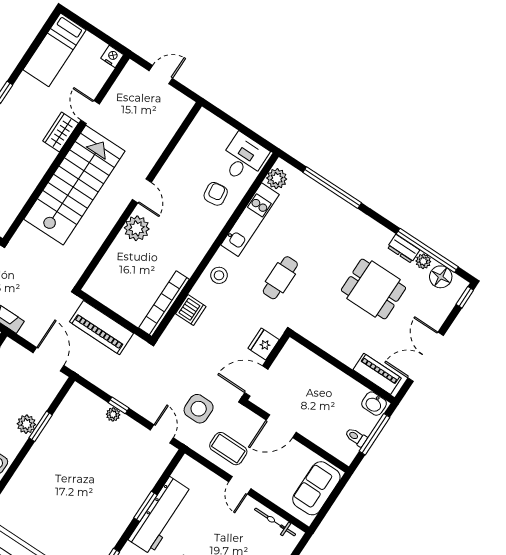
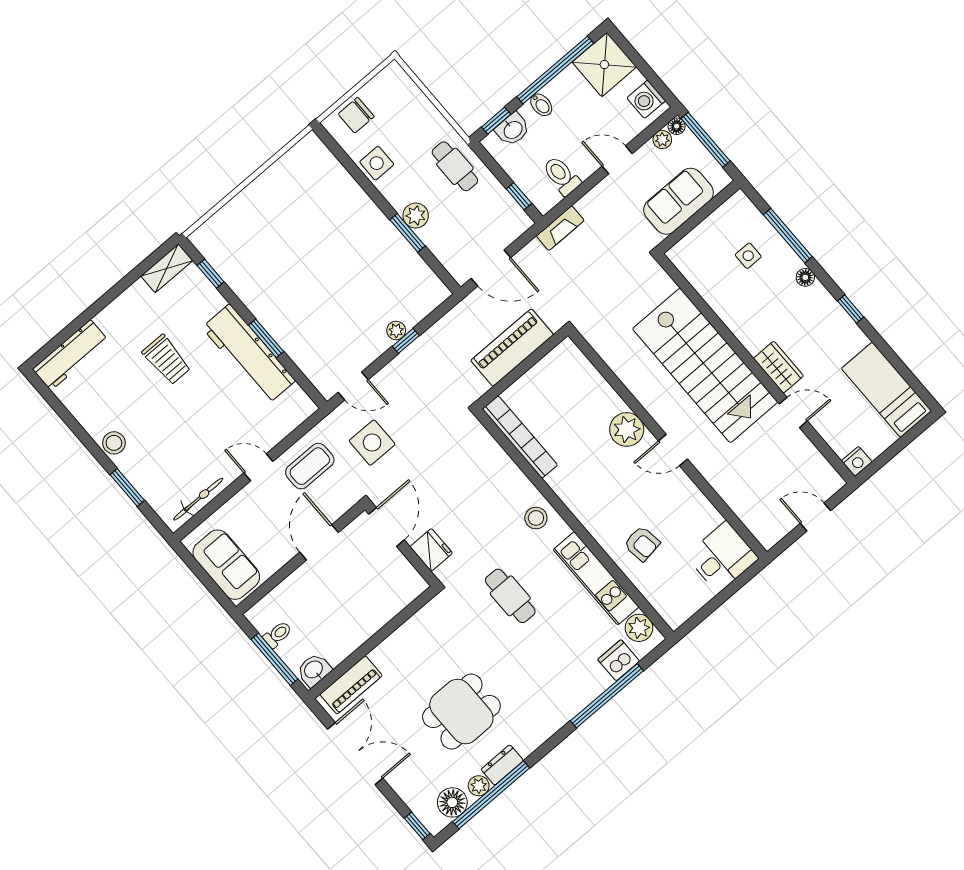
door: (161, 75) -> (815, 517), swing flipped
desk: (243, 158) -> (722, 557), moved, turned -90
dishwasher: (191, 310) -> (619, 660), moved, turned 90

